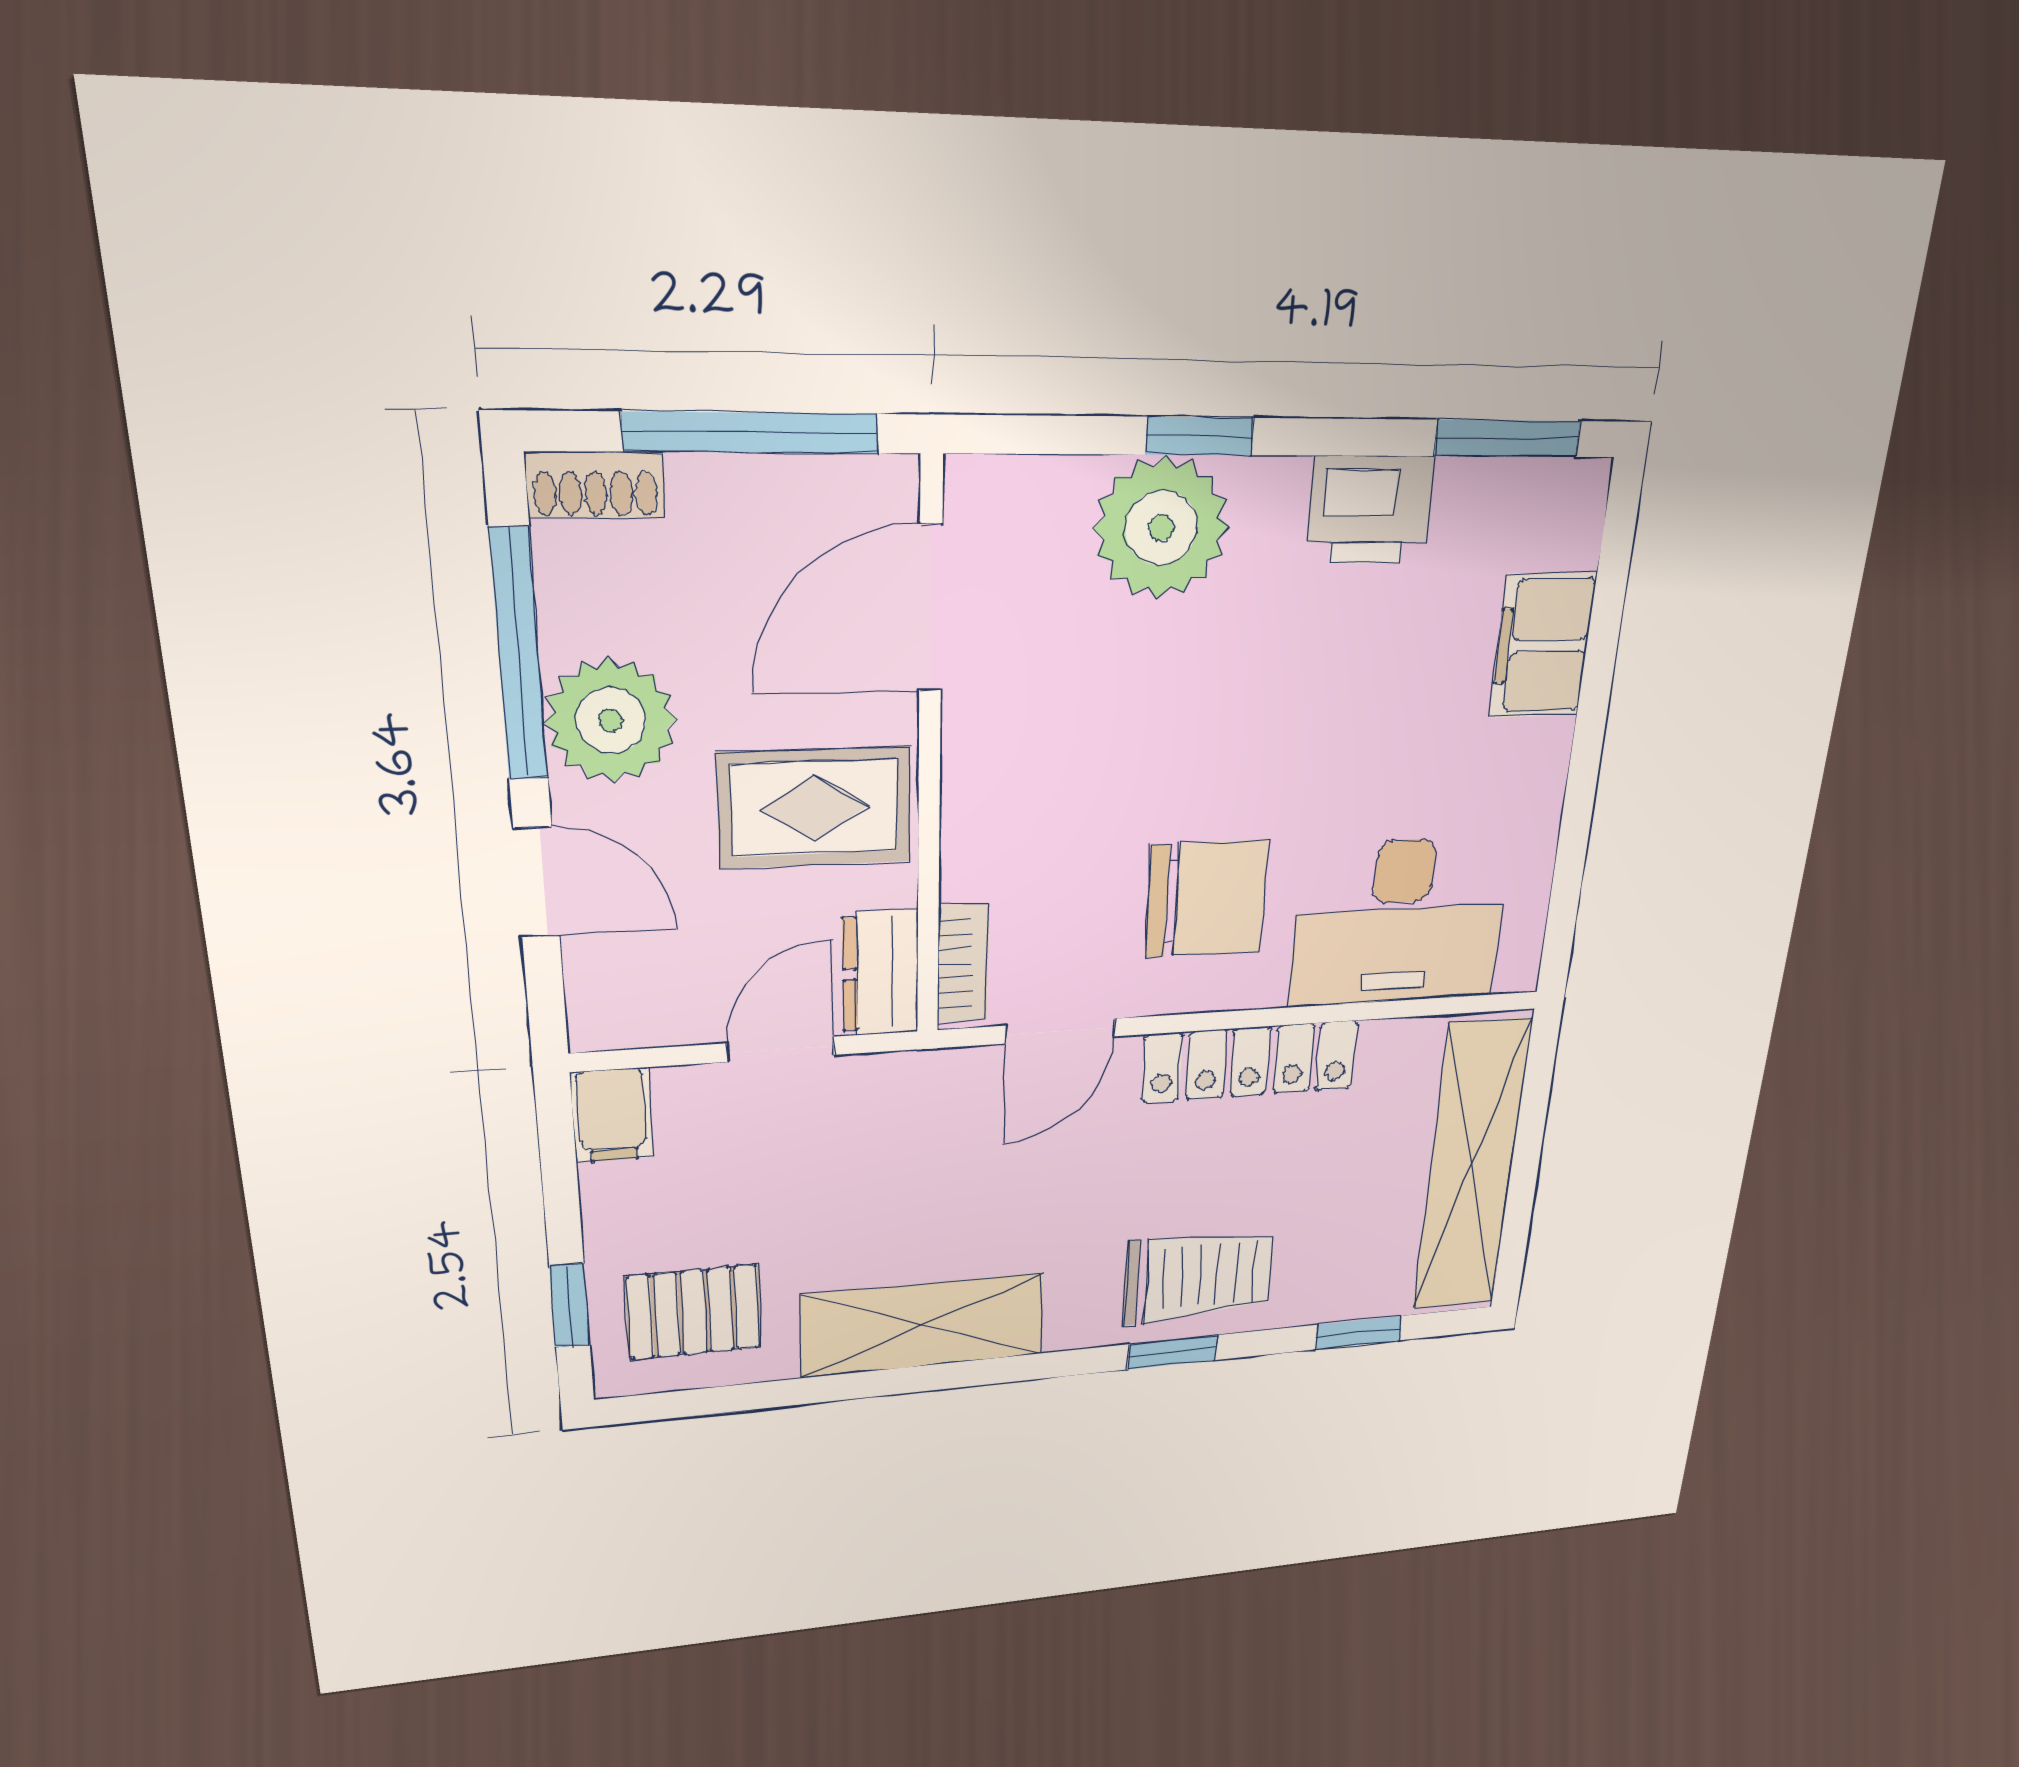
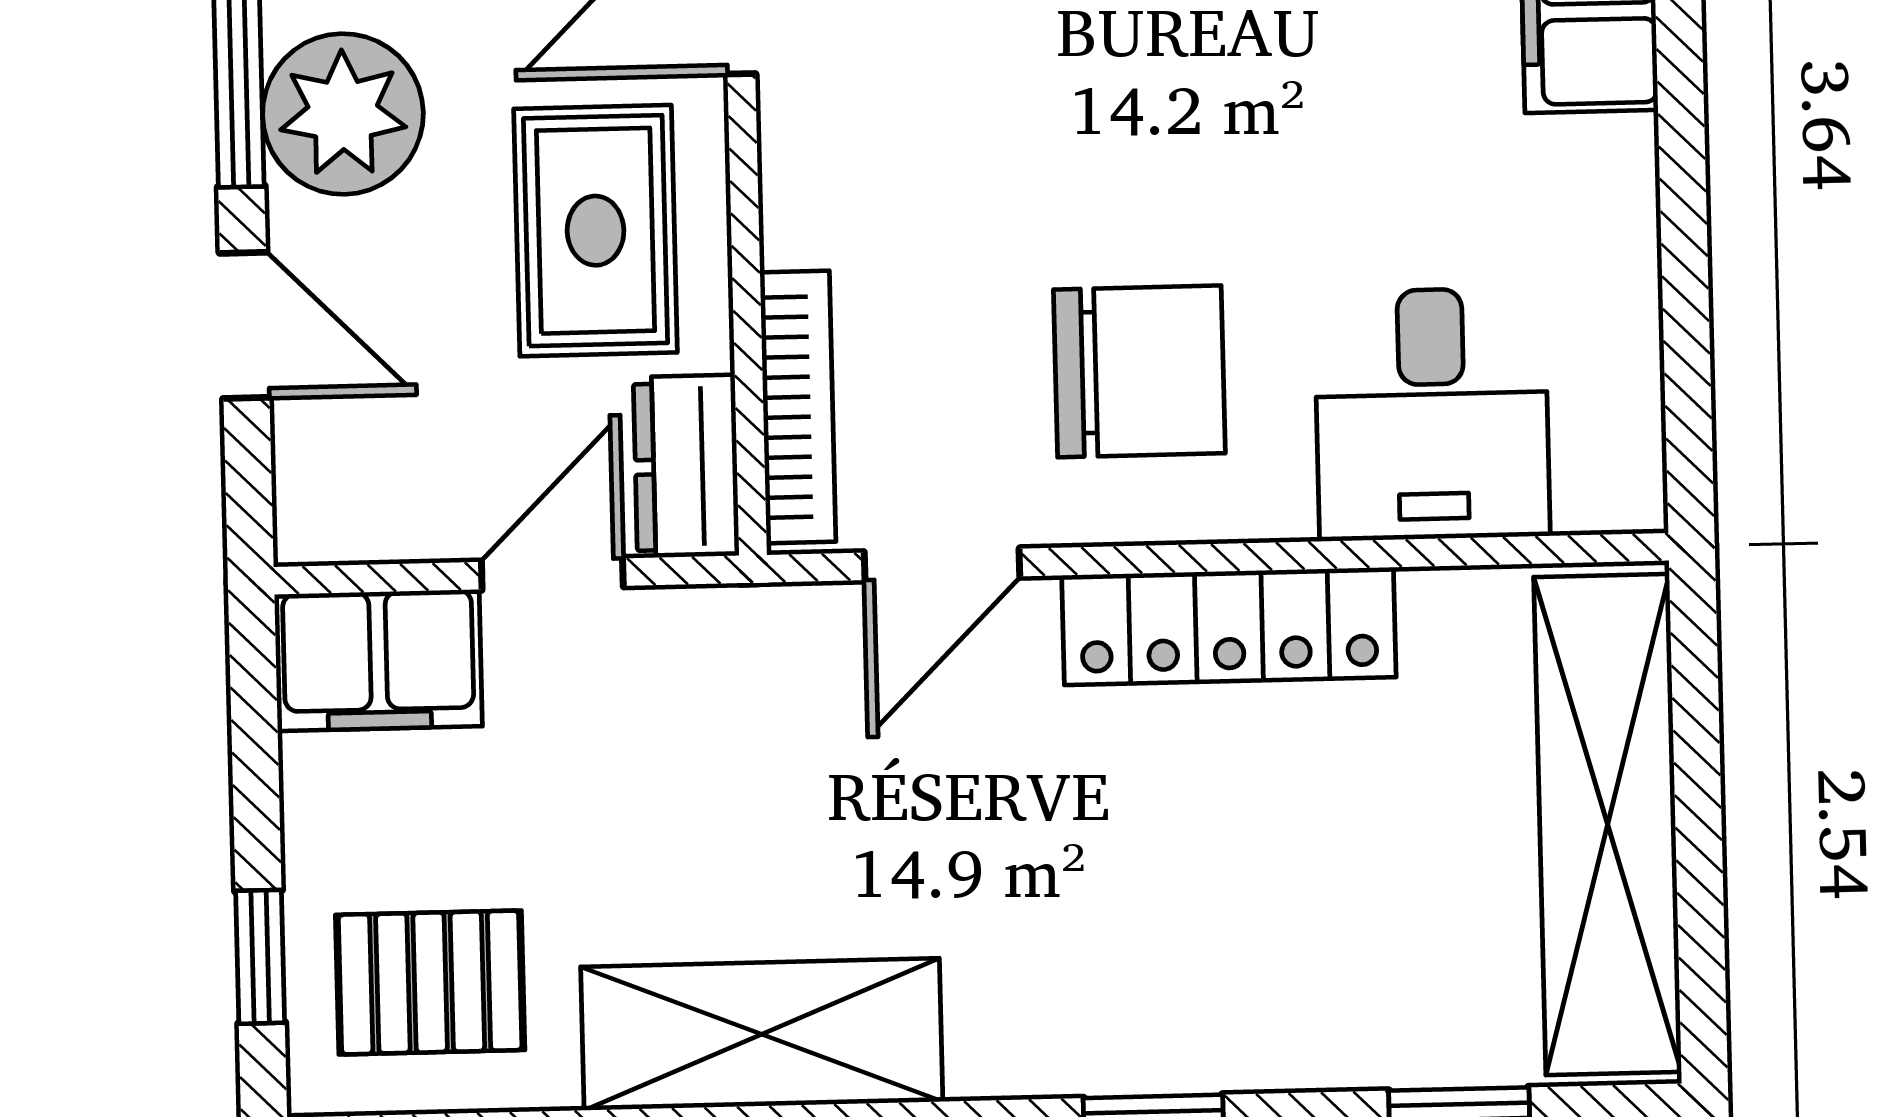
rug: (815, 808) -> (596, 231), turned 90
desk: (1399, 922) -> (1432, 414), width x0.73
bookcase: (963, 963) -> (798, 407), width x1.56
filing cabinet: (612, 1115) -> (378, 660), width x2.00
trolley: (1199, 1276) -> (1184, 986), removed

